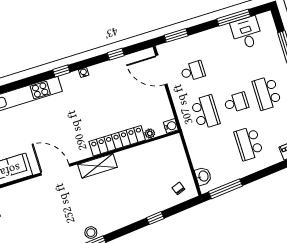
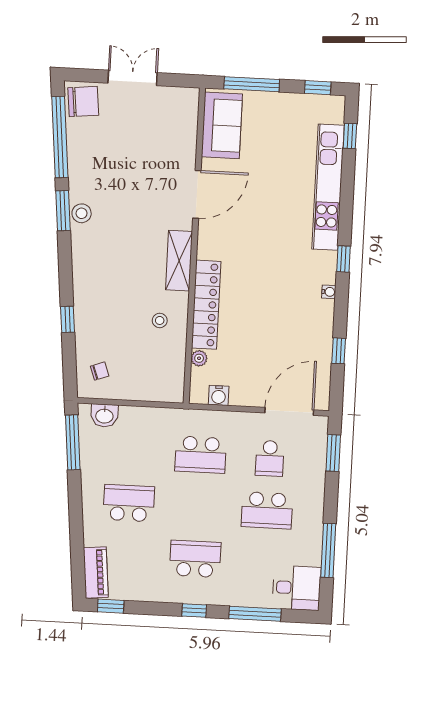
desk: (247, 33) -> (296, 588), moved
school desk: (236, 102) -> (267, 510), moved, width x1.85
water cooler: (171, 126) -> (219, 395), moved
stool: (136, 164) -> (160, 320), added

